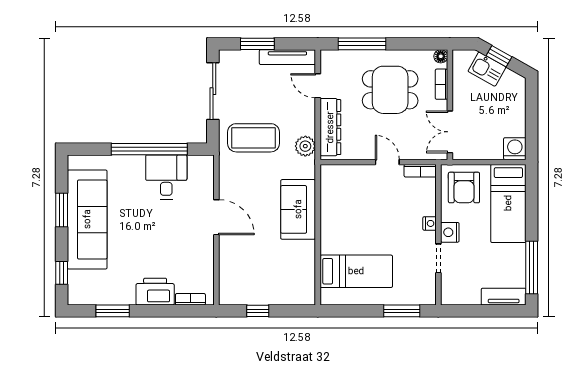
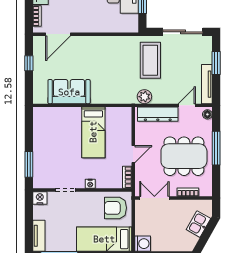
window: (362, 44) -> (216, 148), moved
floor lamp: (441, 56) -> (207, 114), moved
window: (499, 56) -> (207, 233), removed
dining table: (390, 90) -> (184, 156), width x1.37
sofa: (298, 209) -> (69, 92), moved
door: (216, 217) -> (58, 34), moved
nightstand: (450, 232) -> (40, 198), moved
bed: (356, 271) -> (93, 132), moved

